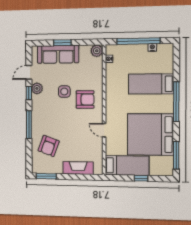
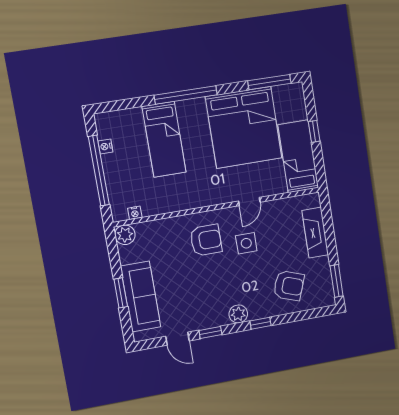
plant: (37, 88) -> (238, 314), moved
side table: (64, 92) -> (246, 243), moved
armchair: (85, 99) -> (206, 240), turned 90
window: (29, 125) -> (261, 323), width x0.46

